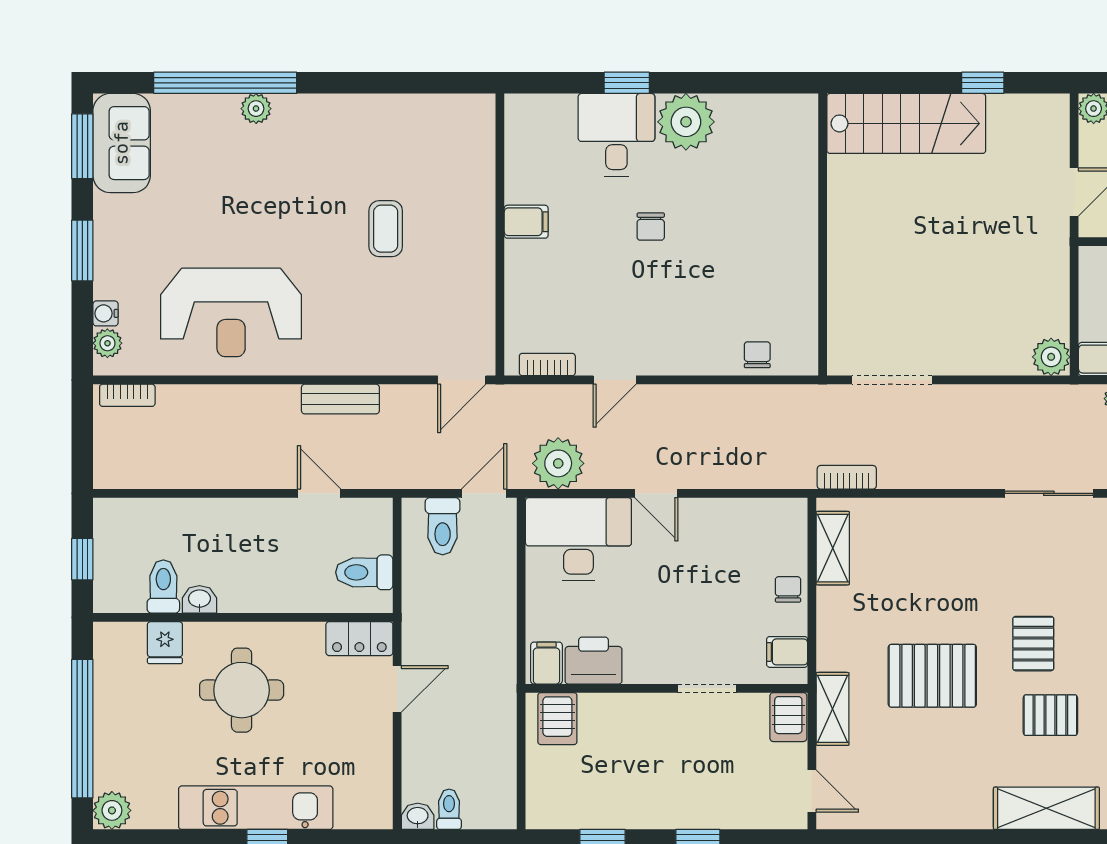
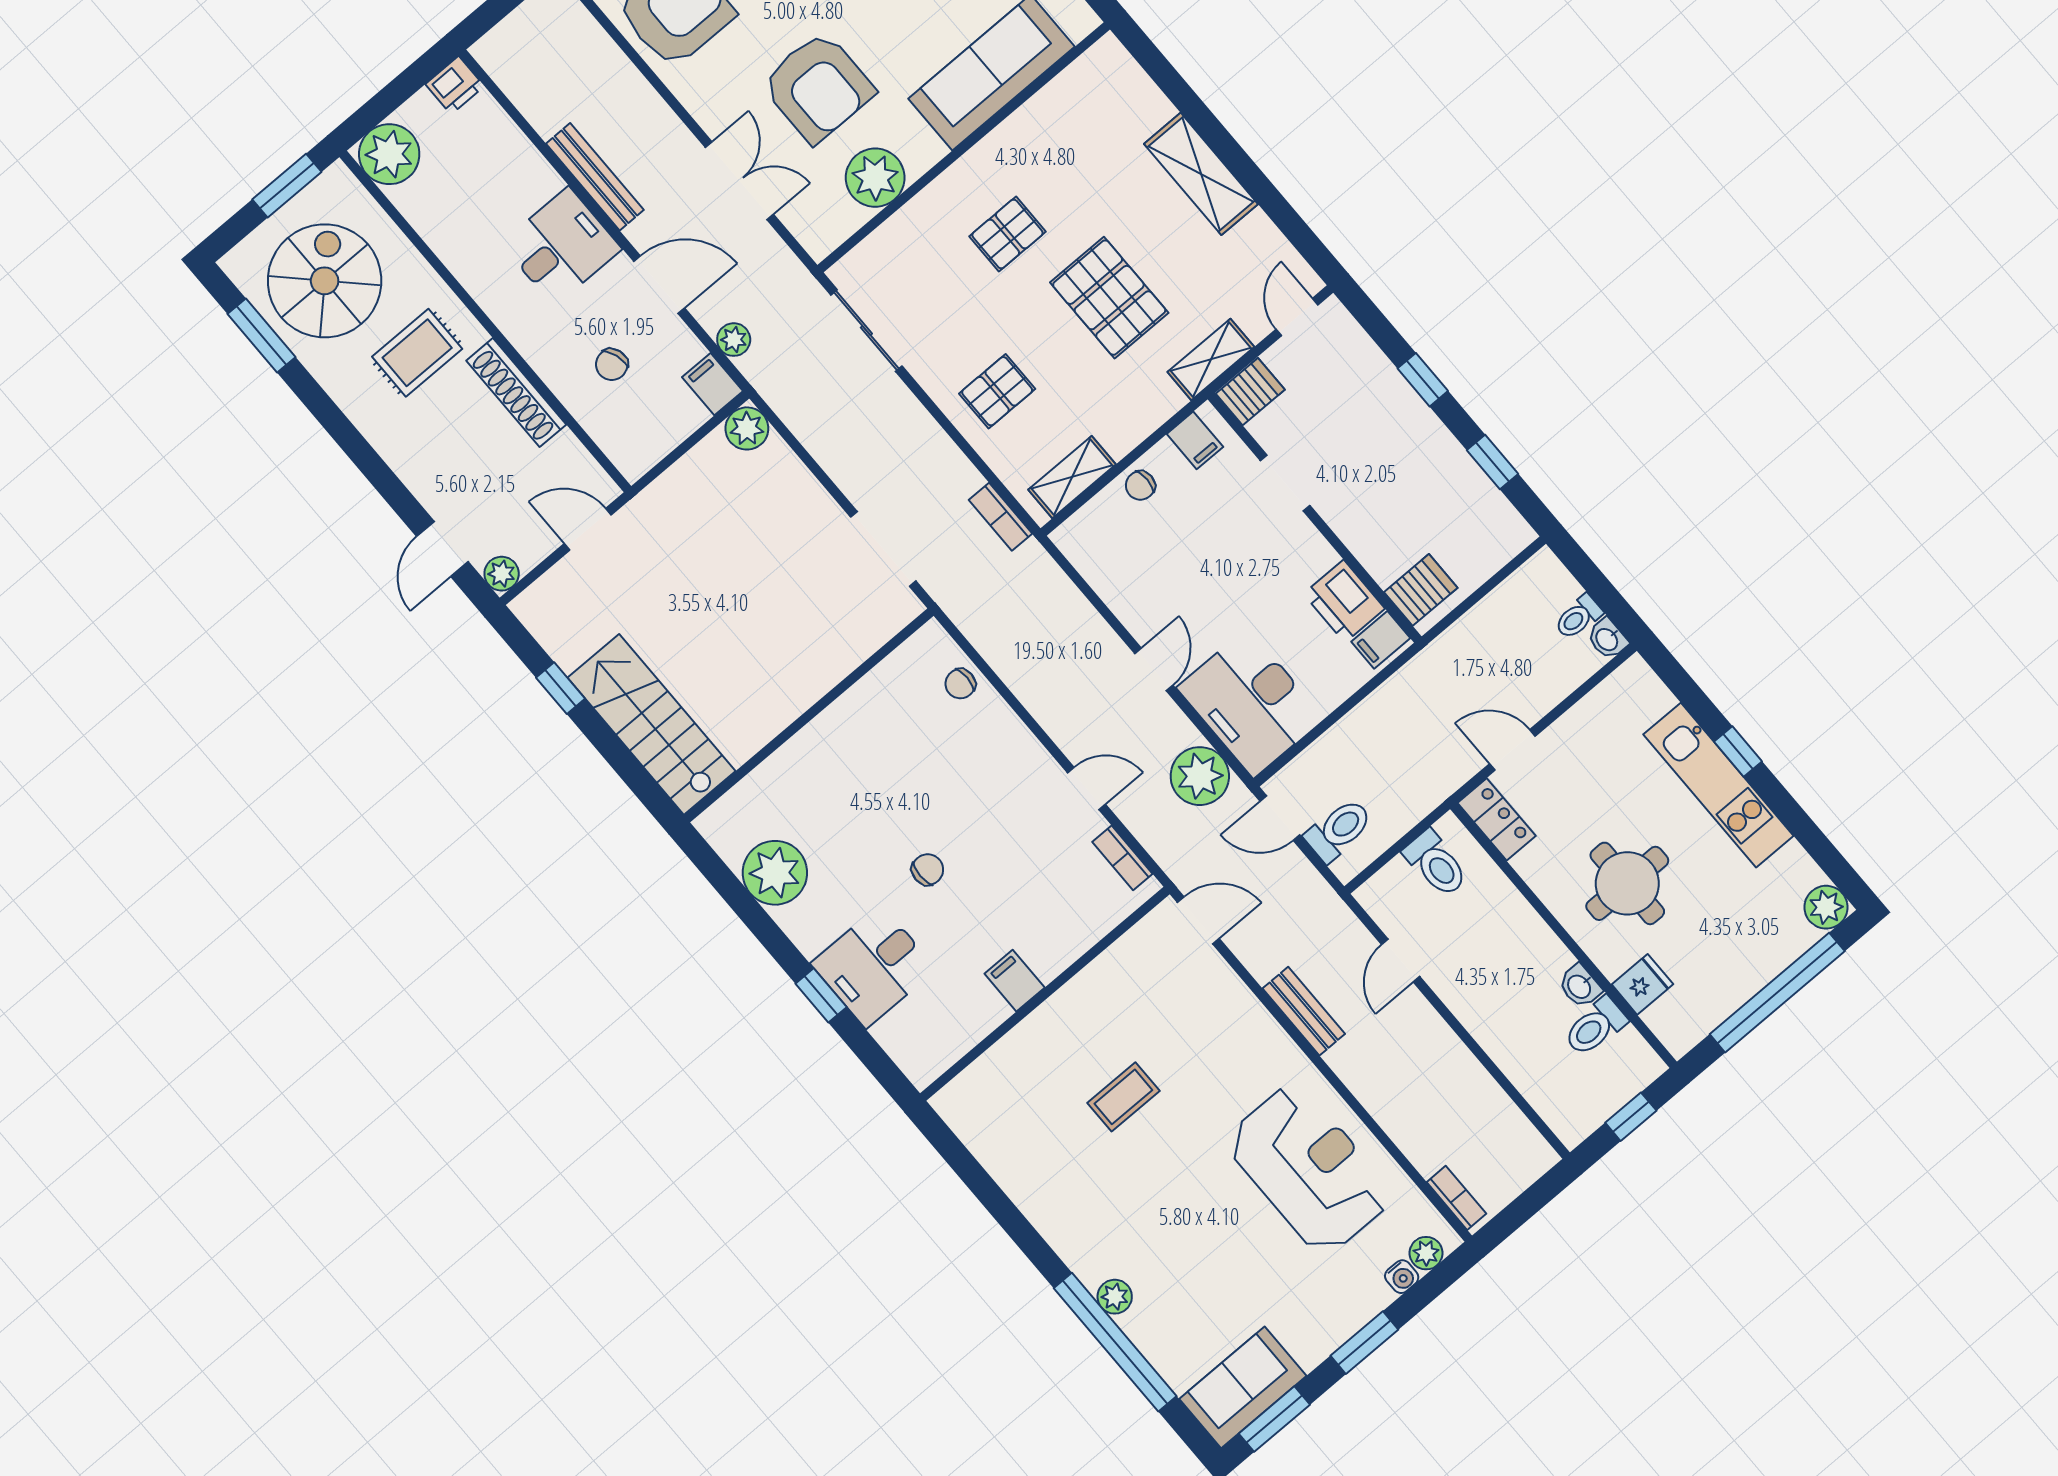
plant: (686, 122) -> (775, 873), moved
pallet: (1050, 715) -> (997, 391), moved, turned 90
shelving: (1046, 808) -> (1201, 174), moved

